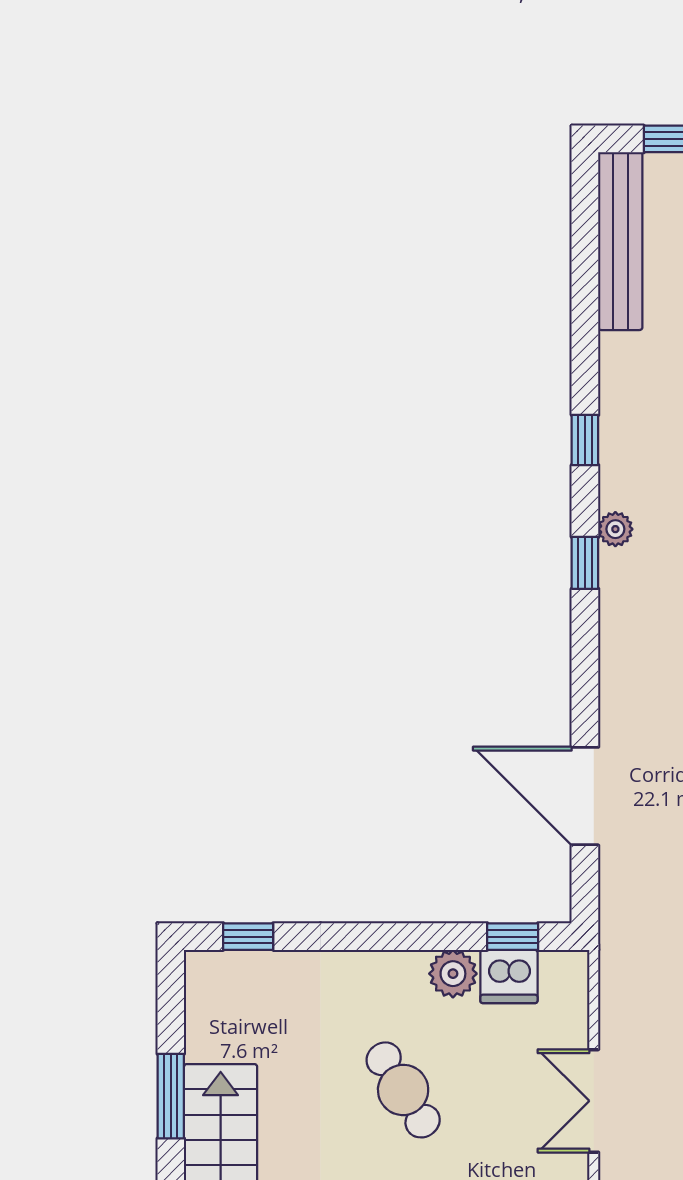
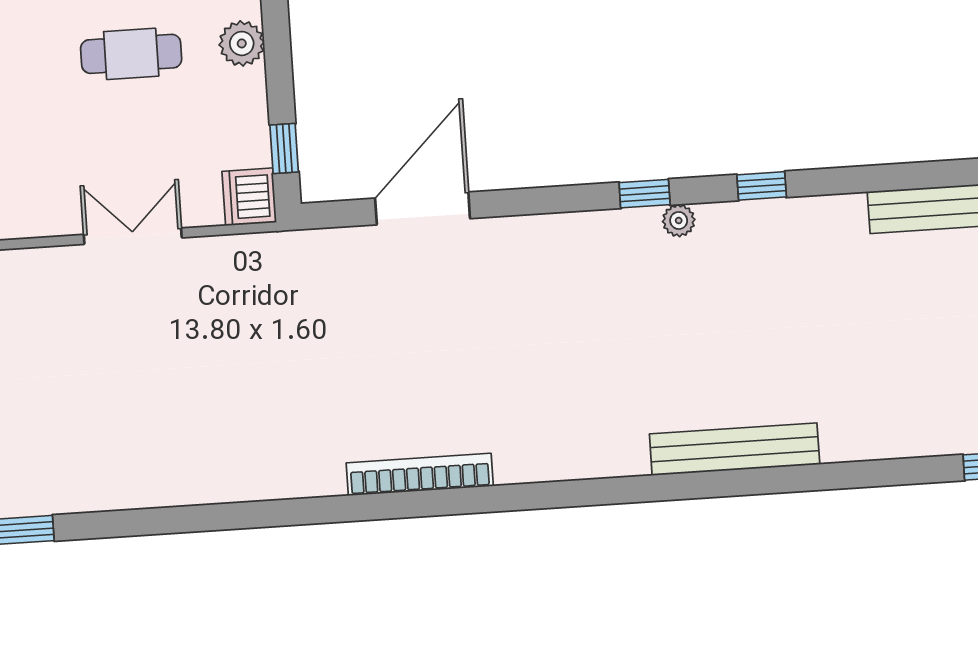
plant: (453, 974) -> (242, 43), moved
dishwasher: (509, 976) -> (249, 197), moved
cafe table: (403, 1090) -> (131, 54), turned 32

